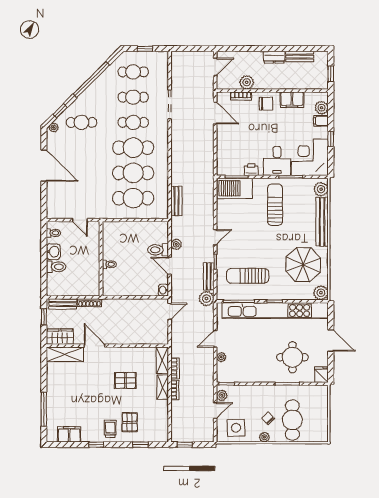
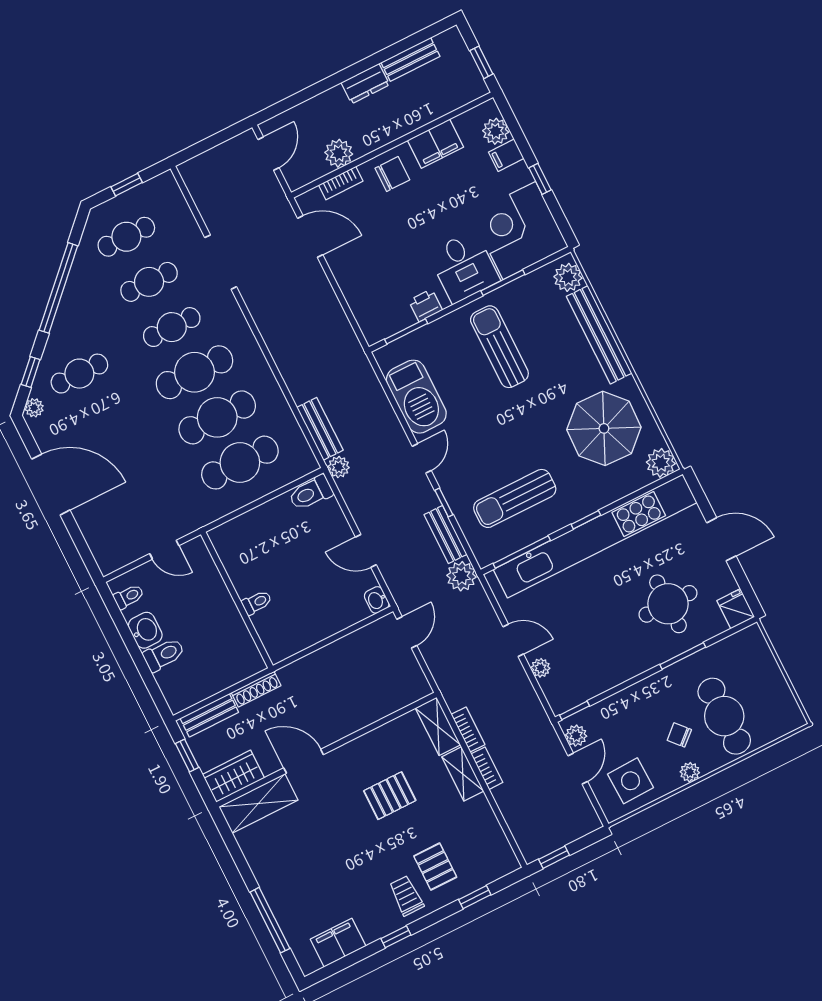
barbecue: (235, 188) -> (416, 397), moved, turned -90
plant: (176, 244) -> (339, 467), moved
toilet: (158, 250) -> (311, 493), moved
door: (215, 339) -> (513, 640), swing flipped

